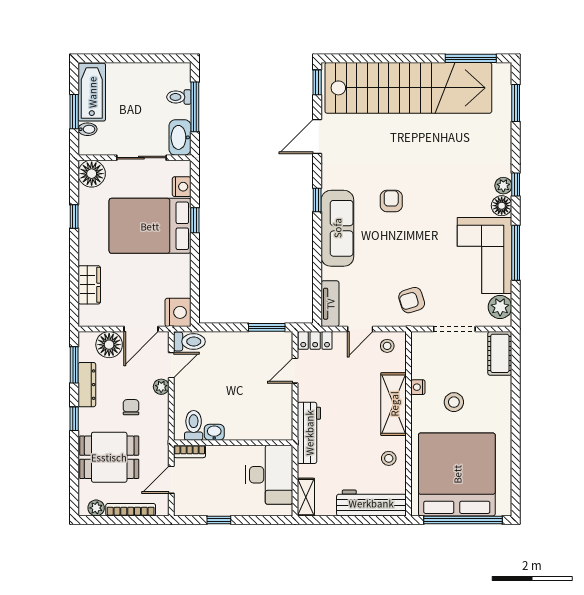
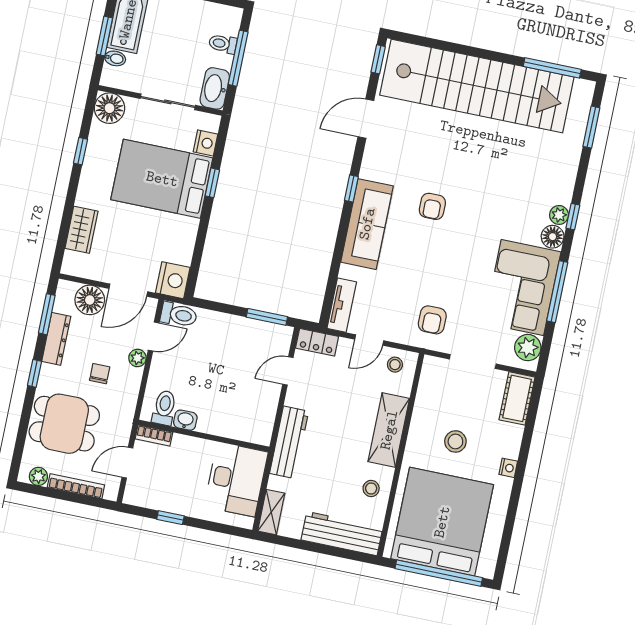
armchair: (391, 201) -> (432, 206), turned 180
armchair: (412, 300) -> (432, 320), turned -73
nightstand: (418, 387) -> (508, 468), moved, turned 180

